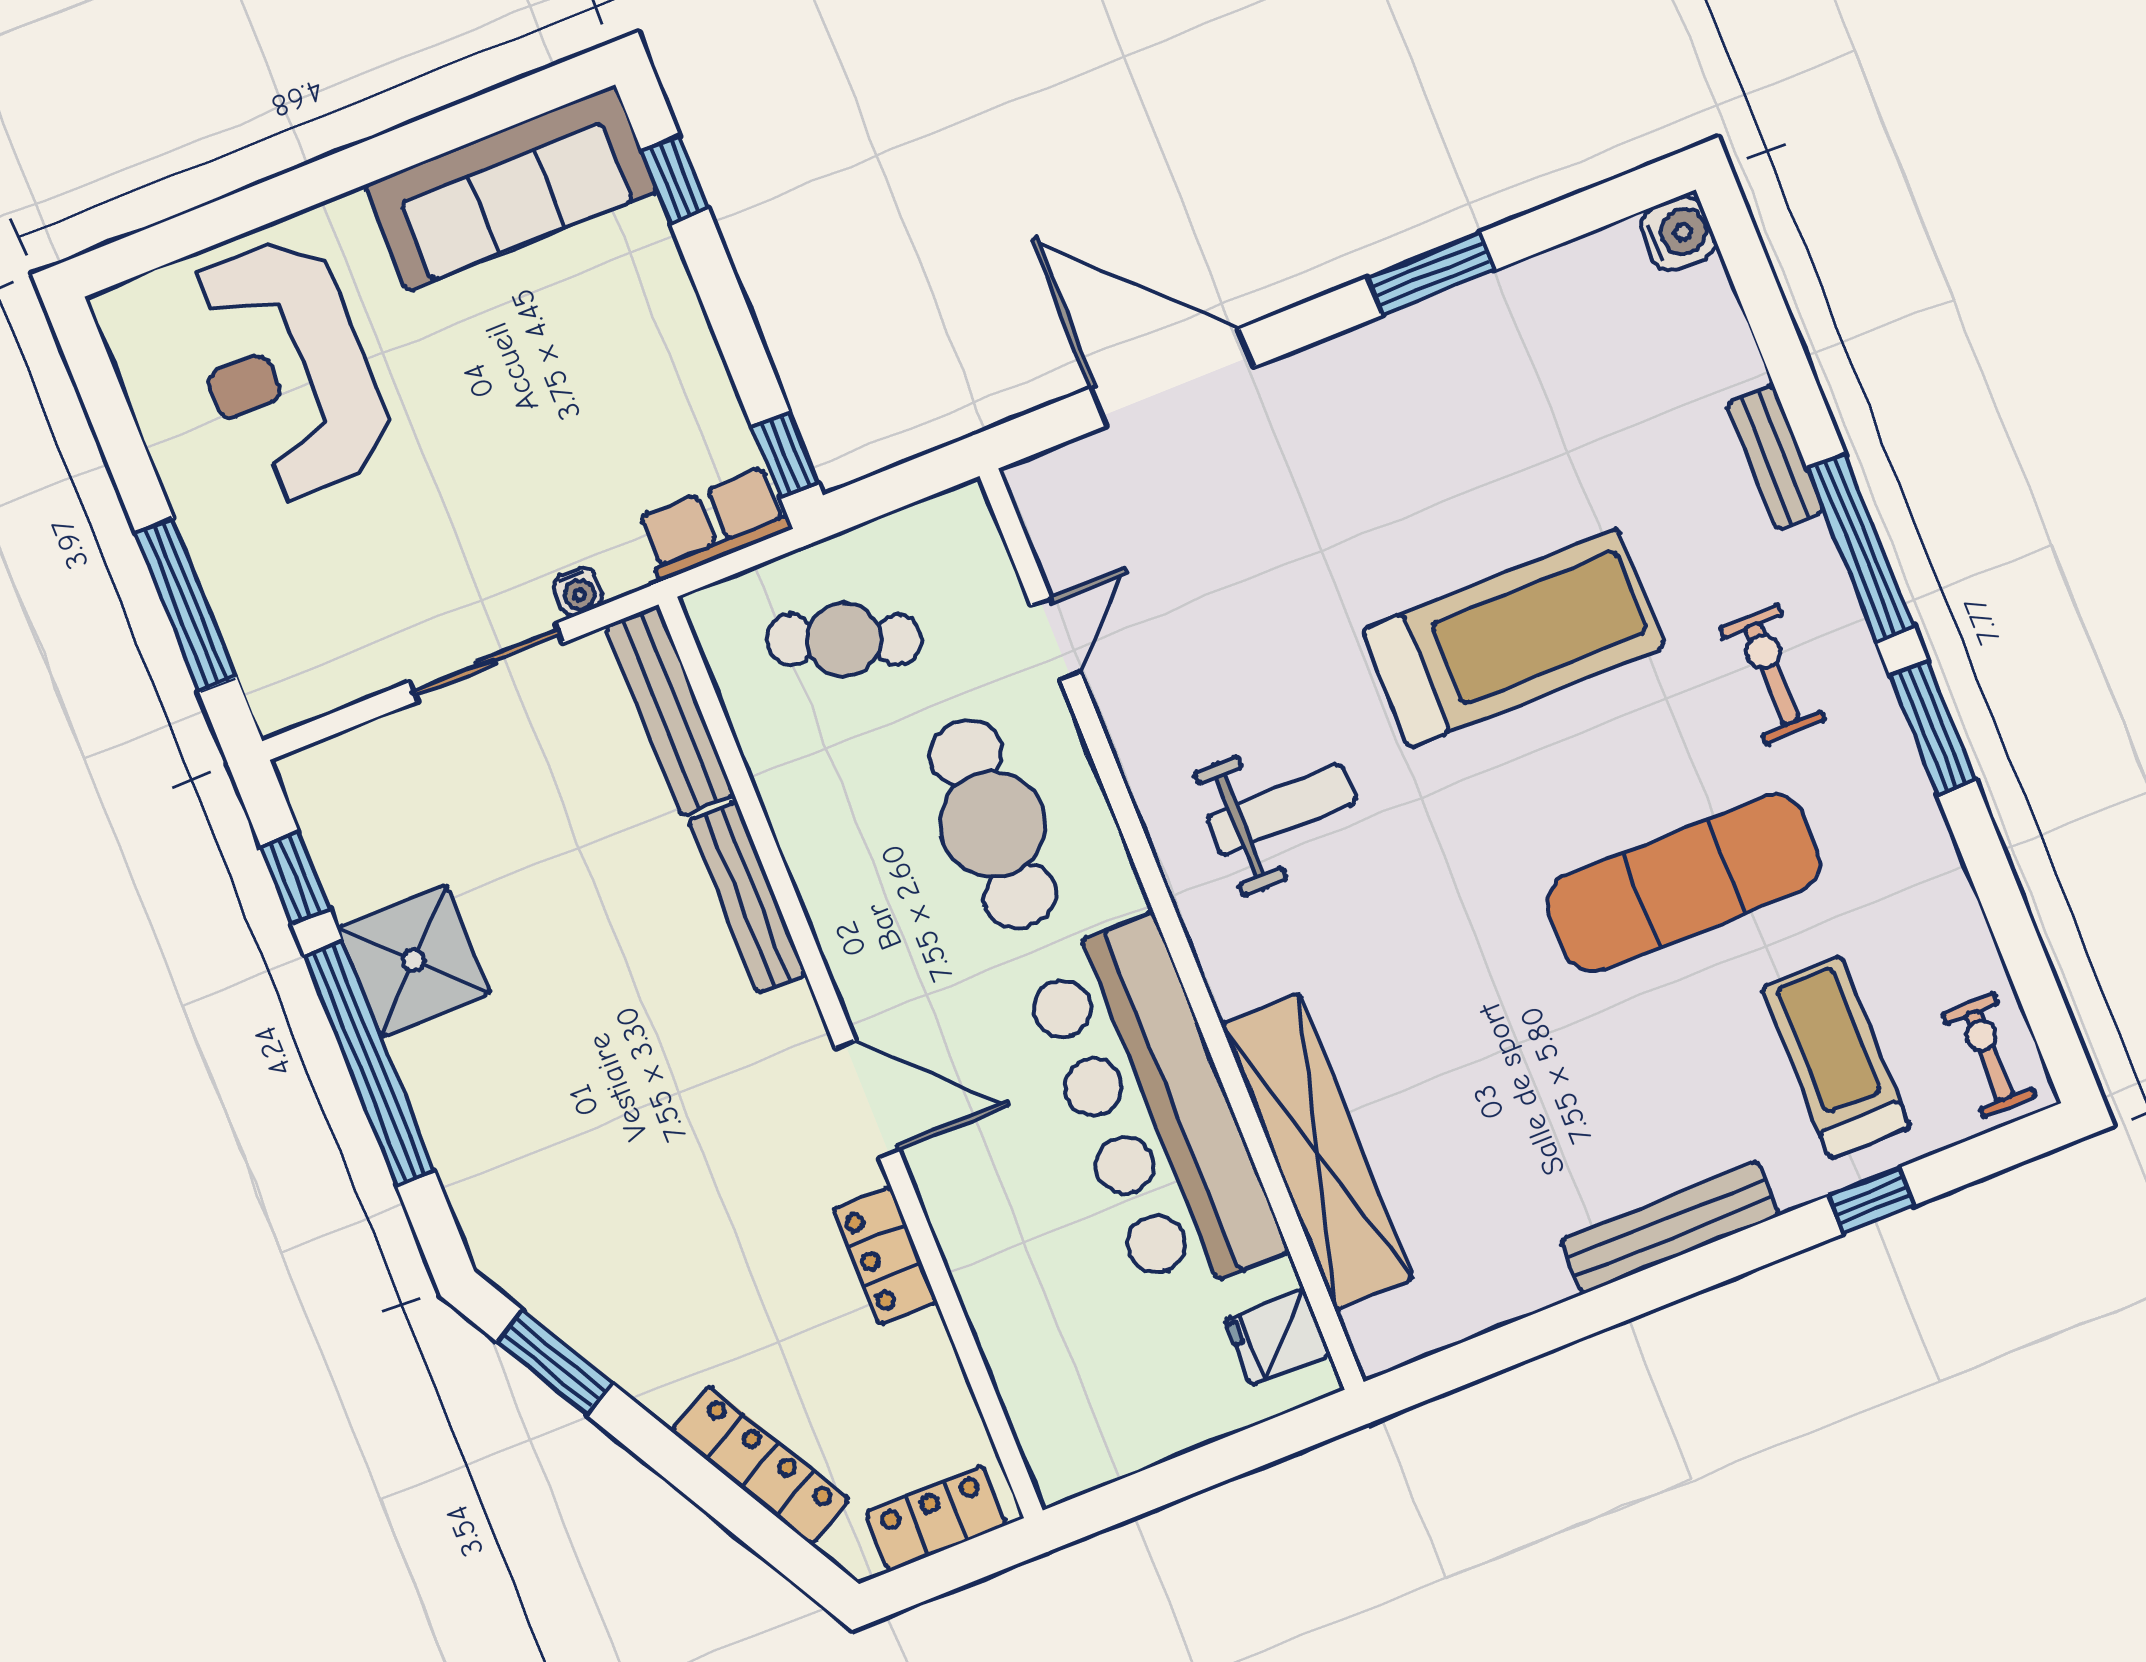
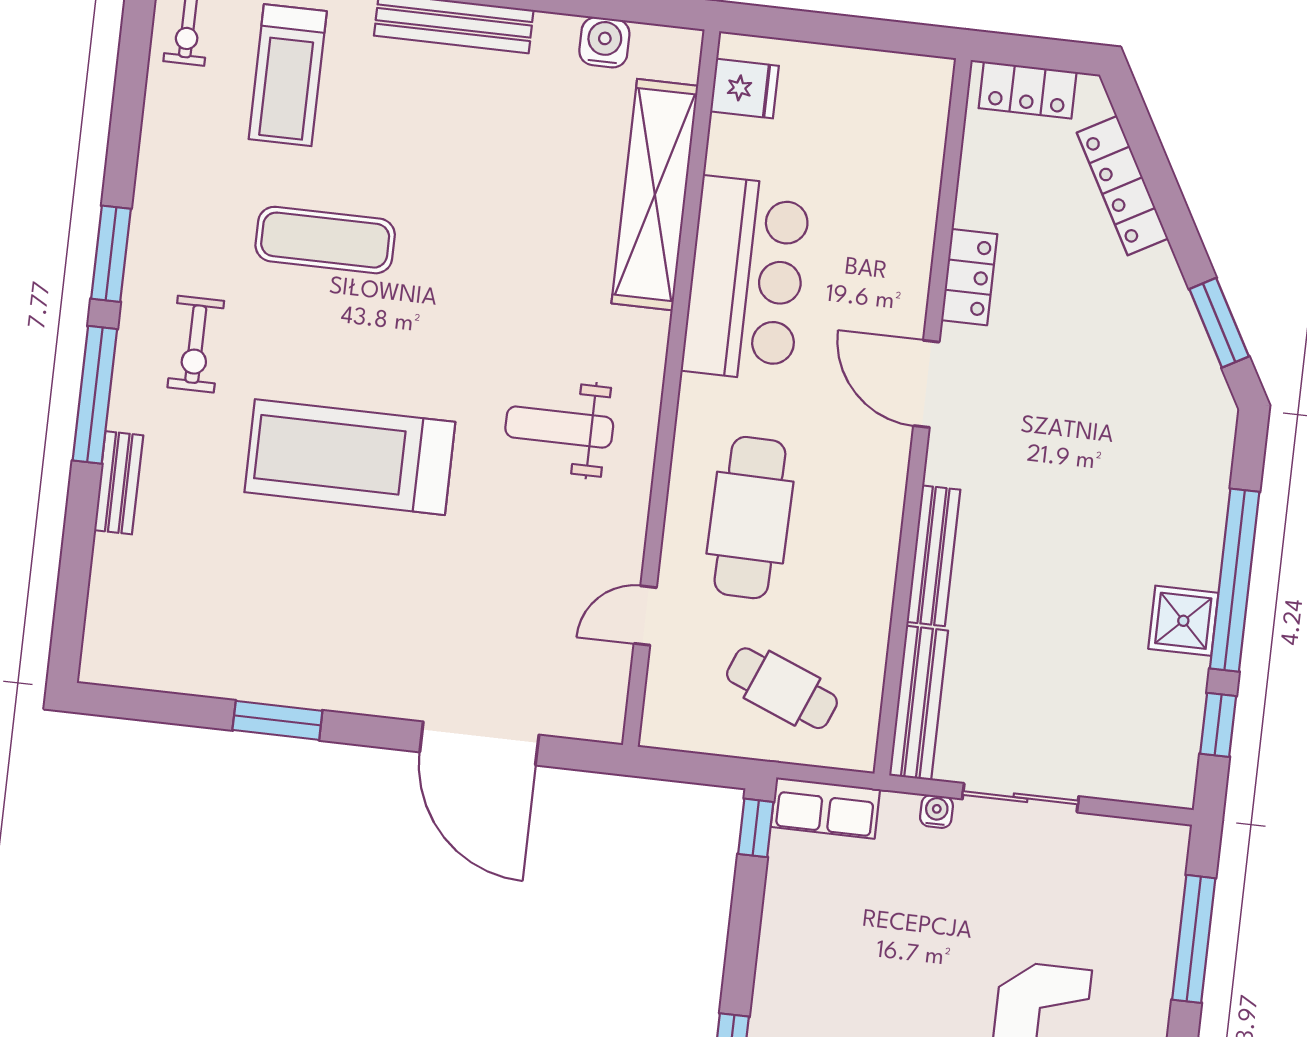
water cooler: (1678, 234) -> (604, 42), moved, turned 90
exercise mat: (1684, 883) -> (325, 240), width x0.73, depth x0.69
shower: (414, 960) -> (1183, 621), width x0.73, depth x0.73
bar counter: (1152, 1109) -> (746, 279), width x0.73

